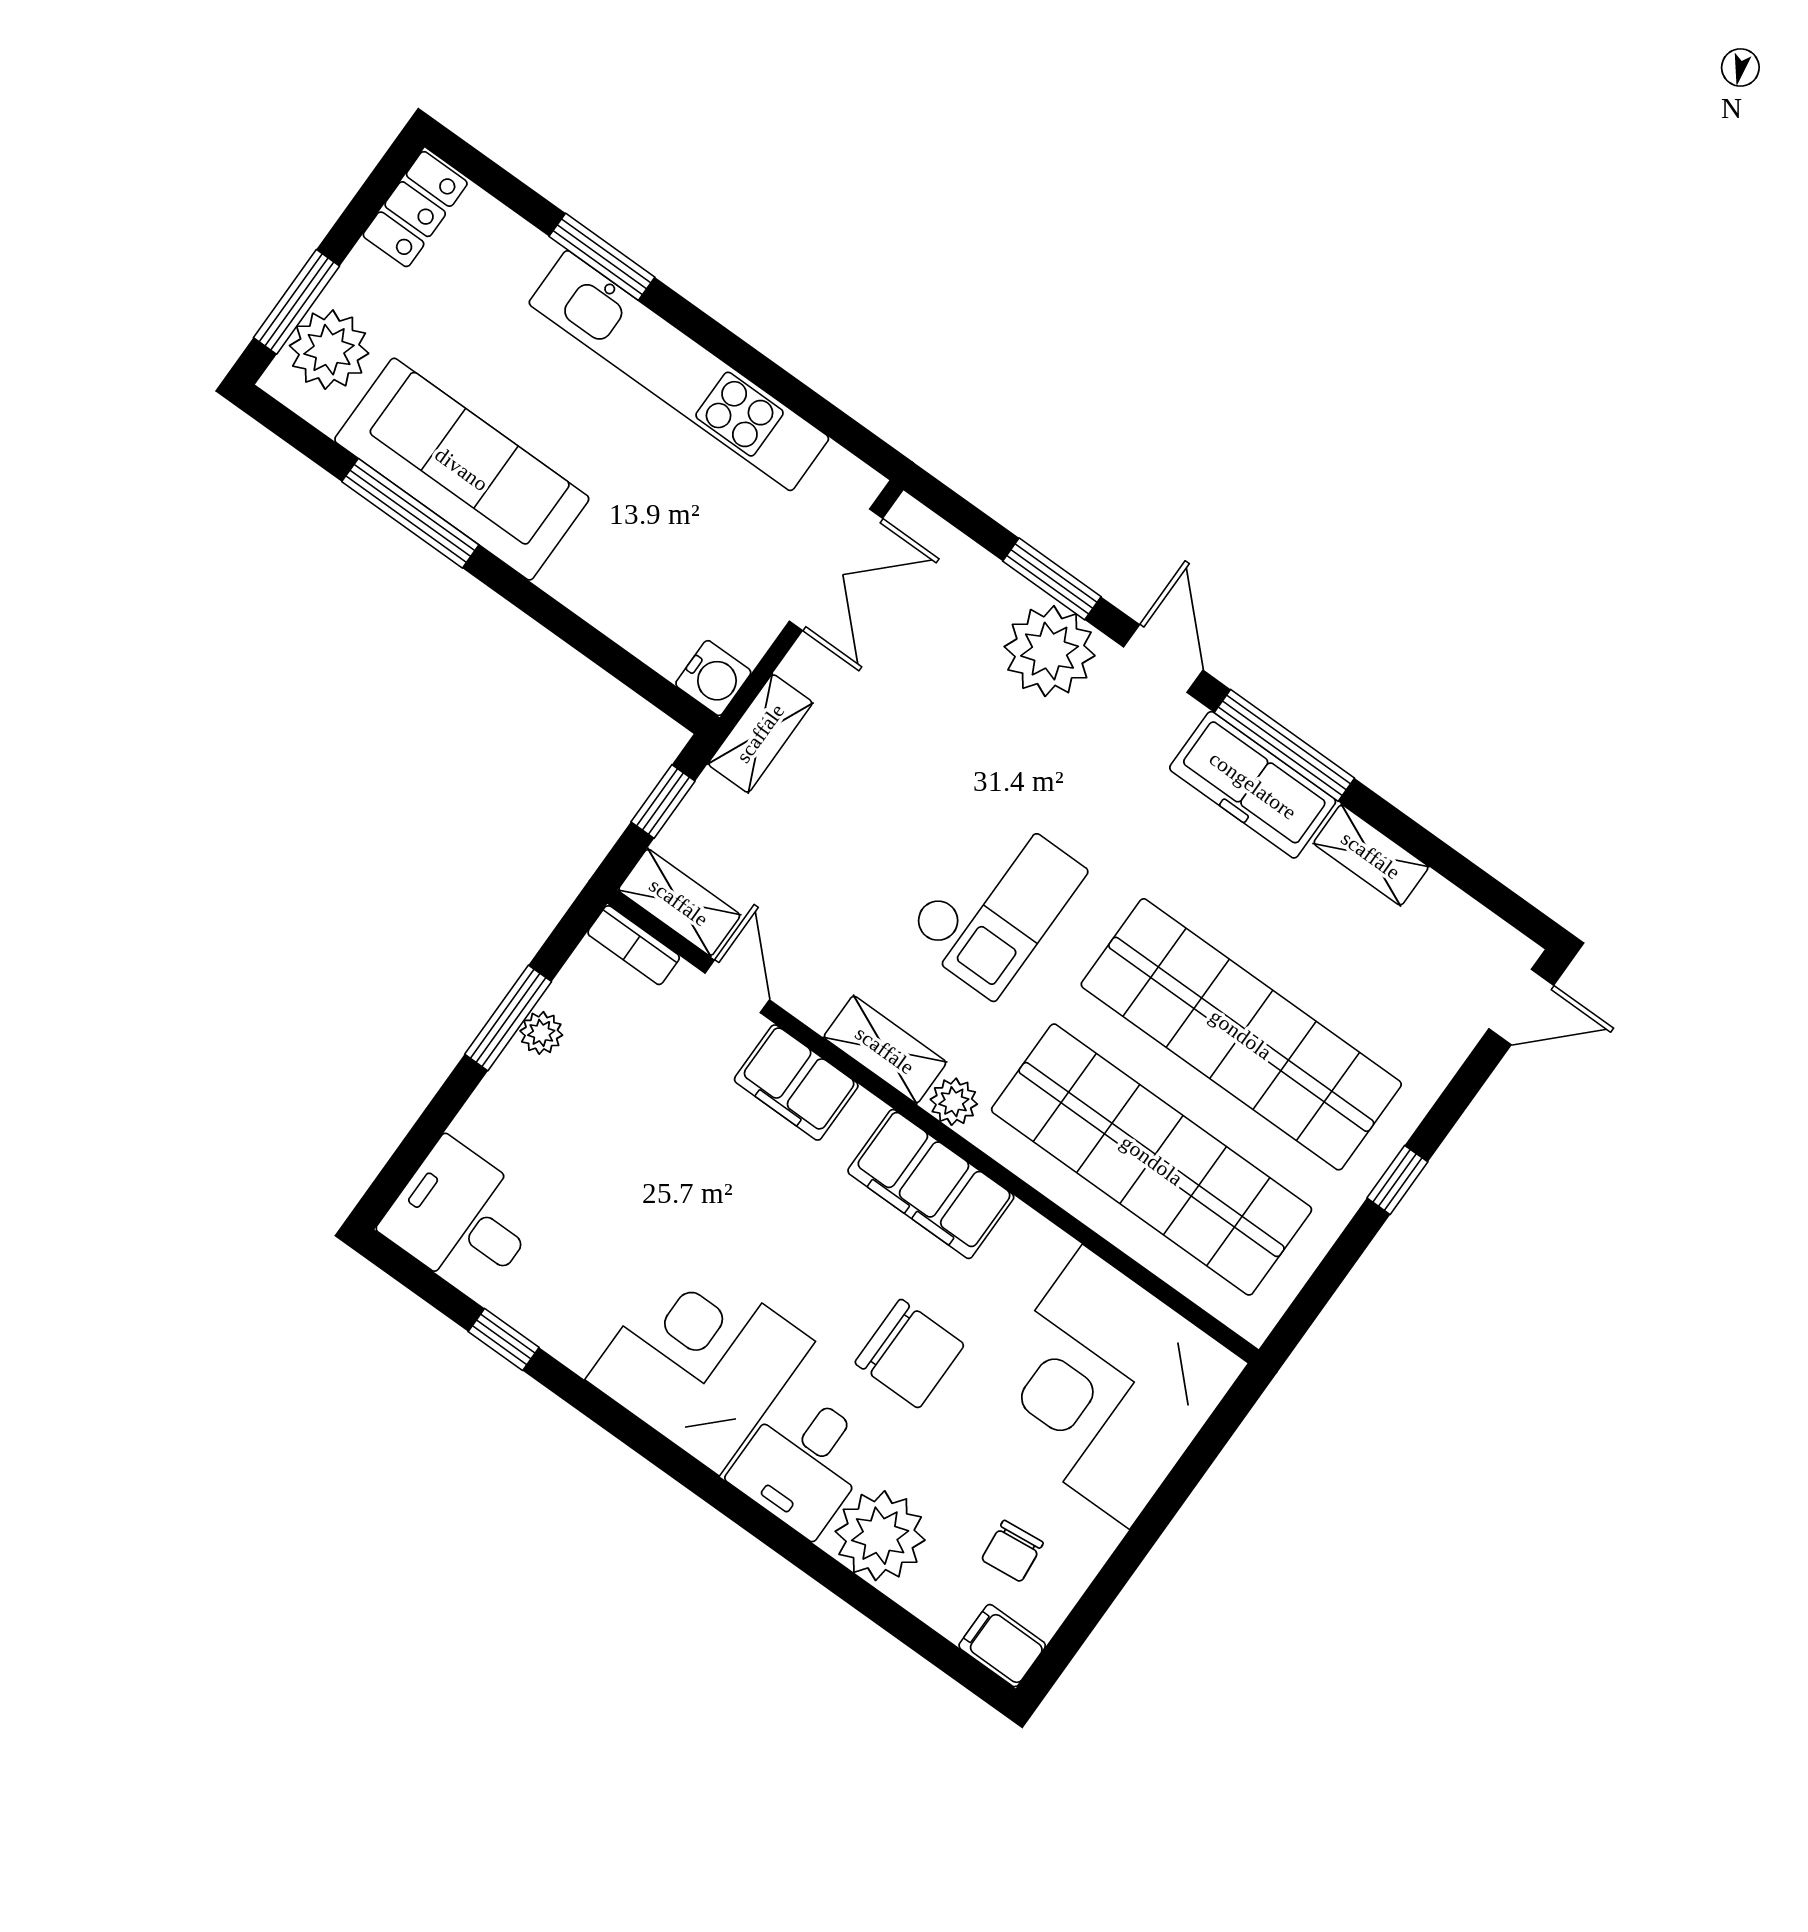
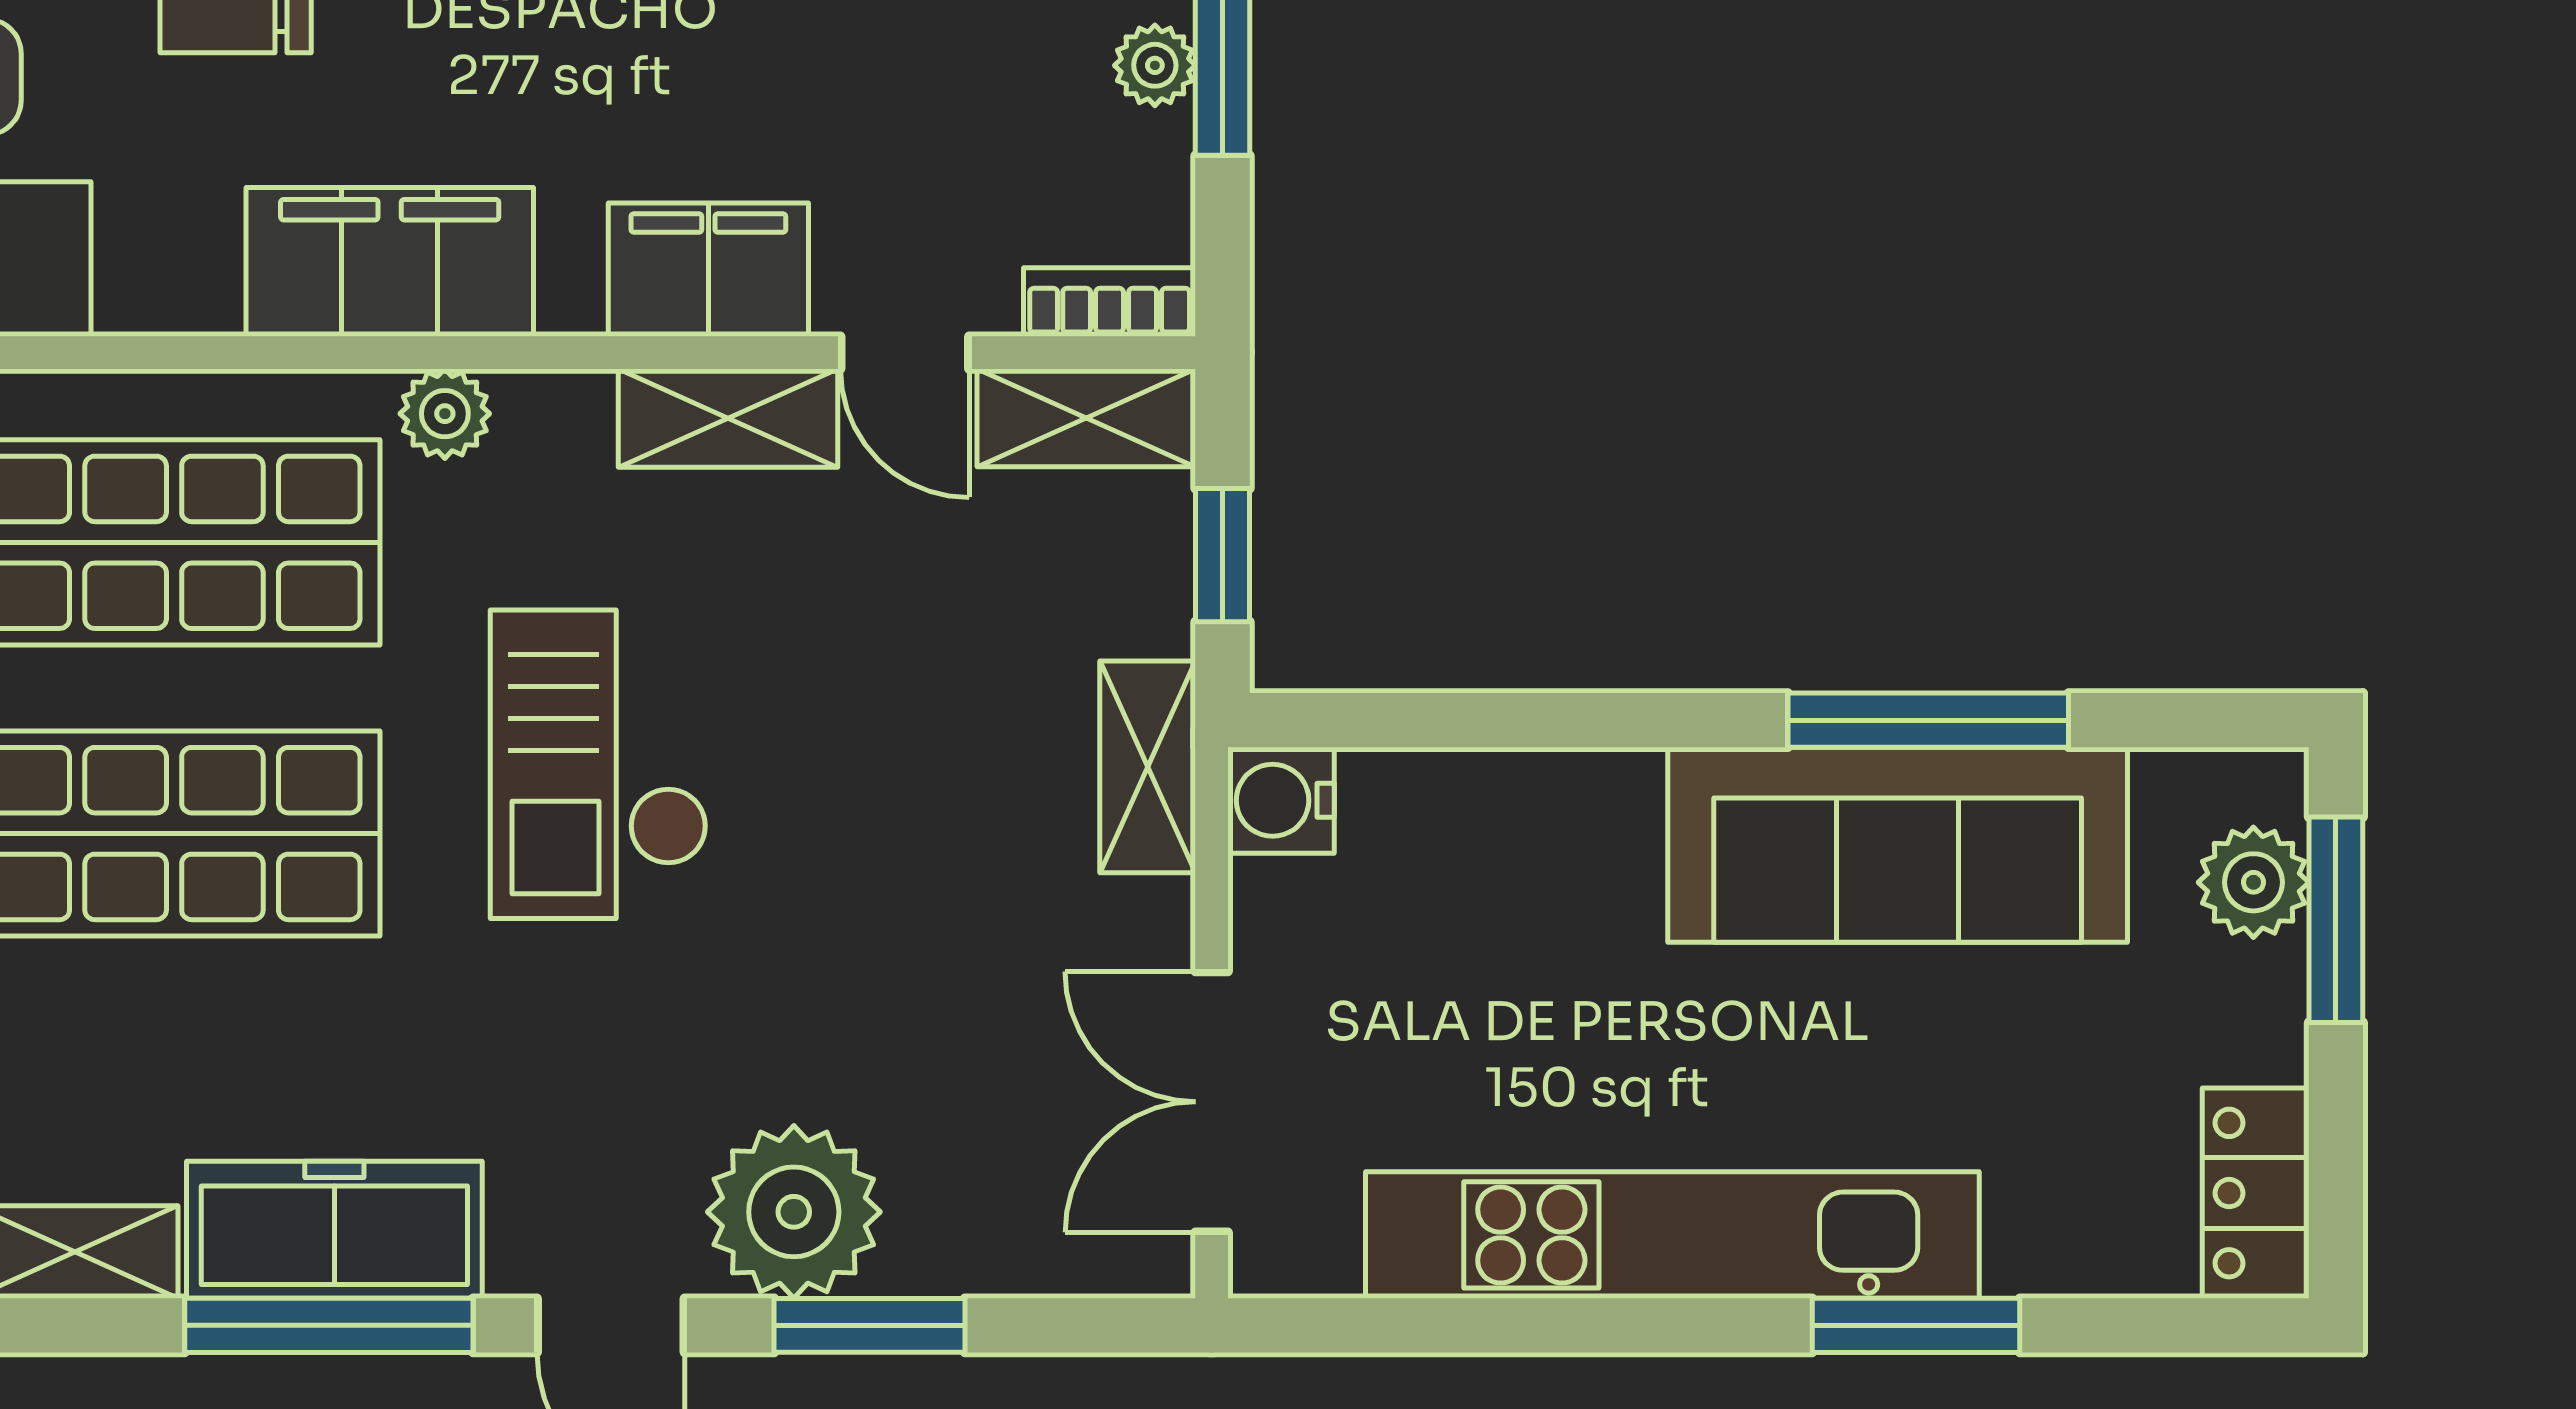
plant: (329, 350) -> (2253, 882), width x0.73, depth x0.73
shelving: (885, 1050) -> (728, 418), moved

